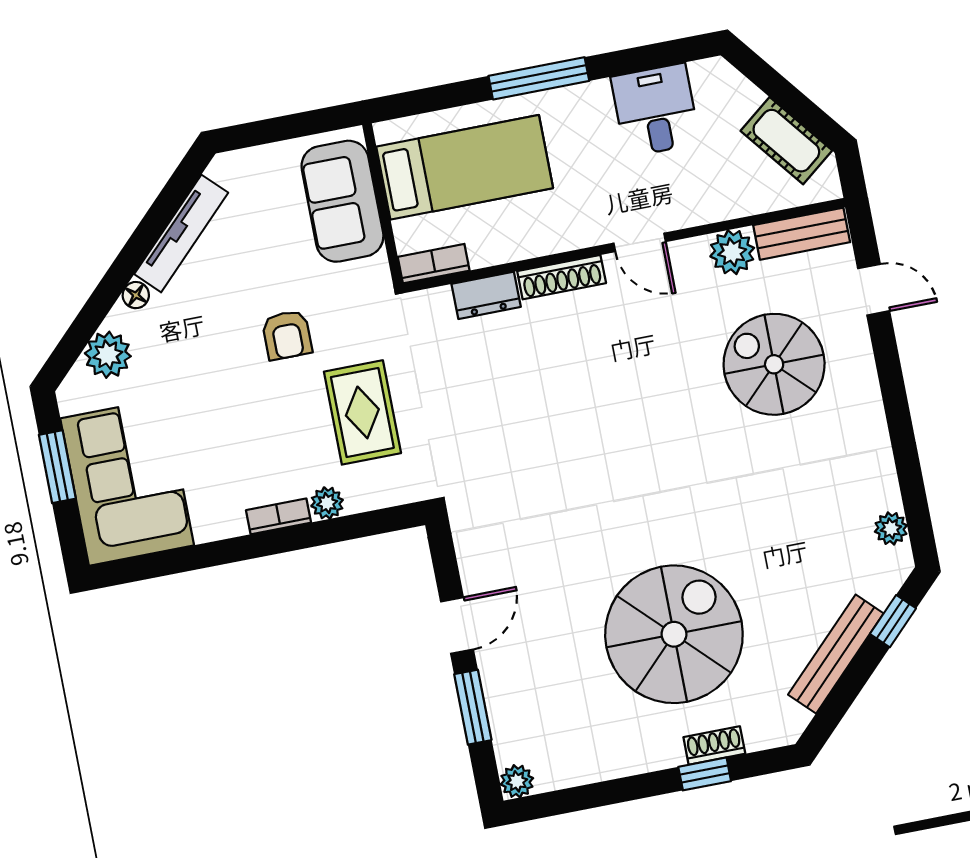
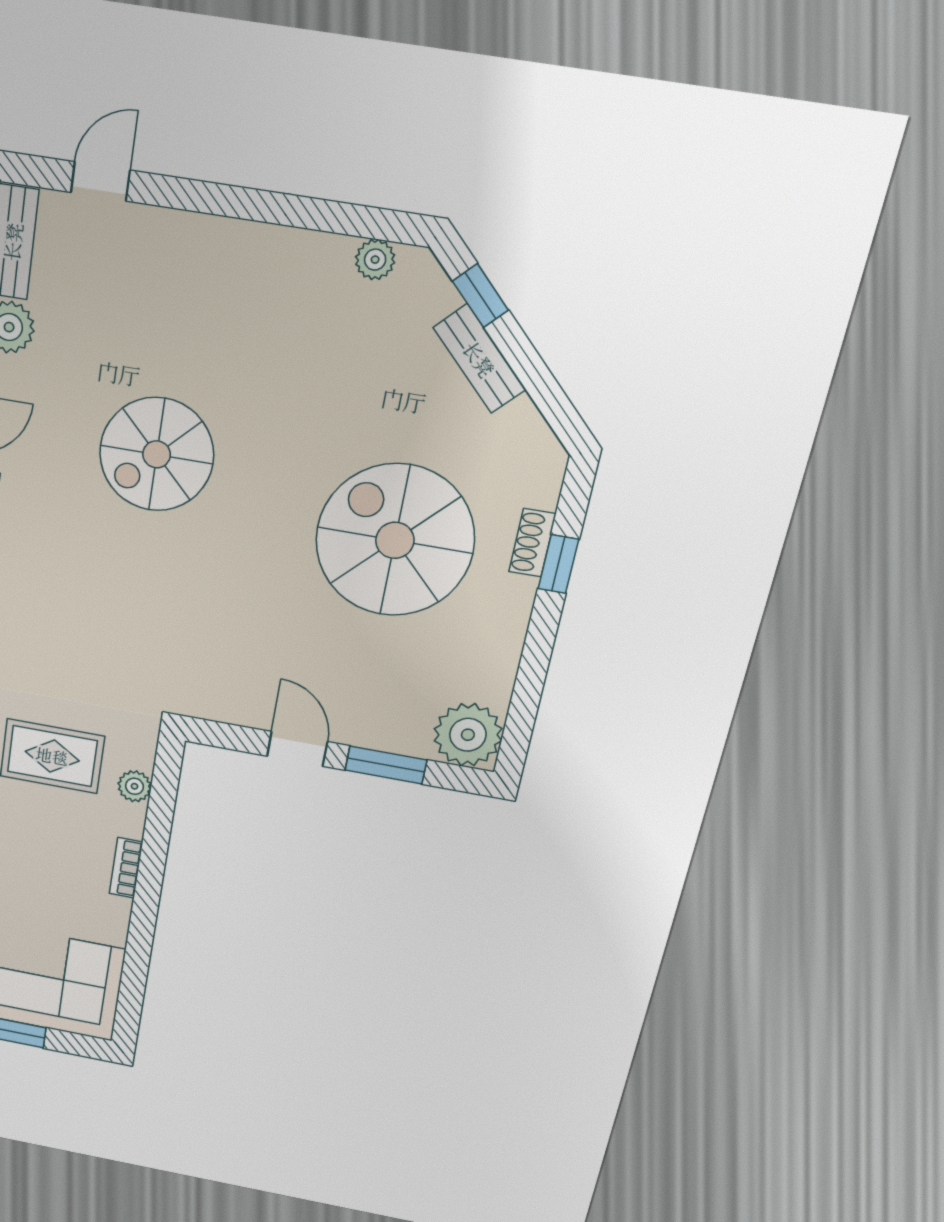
spiral stairs: (774, 364) -> (157, 454), moved
plant: (327, 503) -> (135, 786), moved
bench: (836, 654) -> (479, 359), width x0.73
plant: (517, 781) -> (468, 735), width x1.88, depth x1.88

